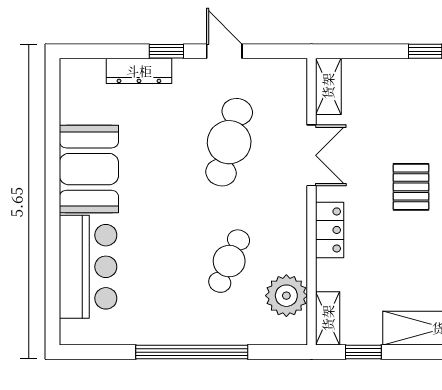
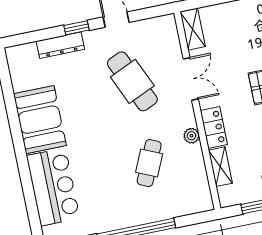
cafe table: (229, 142) -> (132, 81), turned -39
plant: (286, 296) -> (191, 136), moved, width x0.53, depth x0.53
shelving: (328, 318) -> (220, 167), moved

